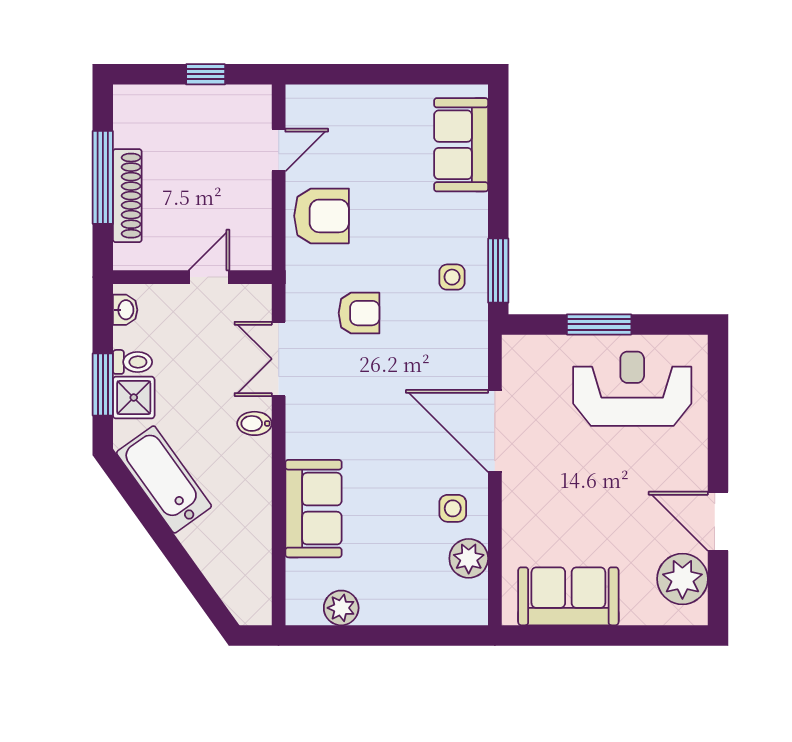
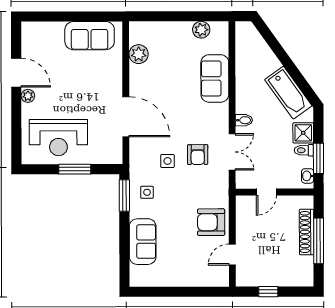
sofa: (461, 145) -> (143, 242), moved
armchair: (359, 313) -> (198, 155), moved, turned -90
window: (103, 384) -> (318, 158), moved
side table: (453, 508) -> (168, 161), moved
plant: (682, 579) -> (28, 96), moved, width x0.53, depth x0.53

